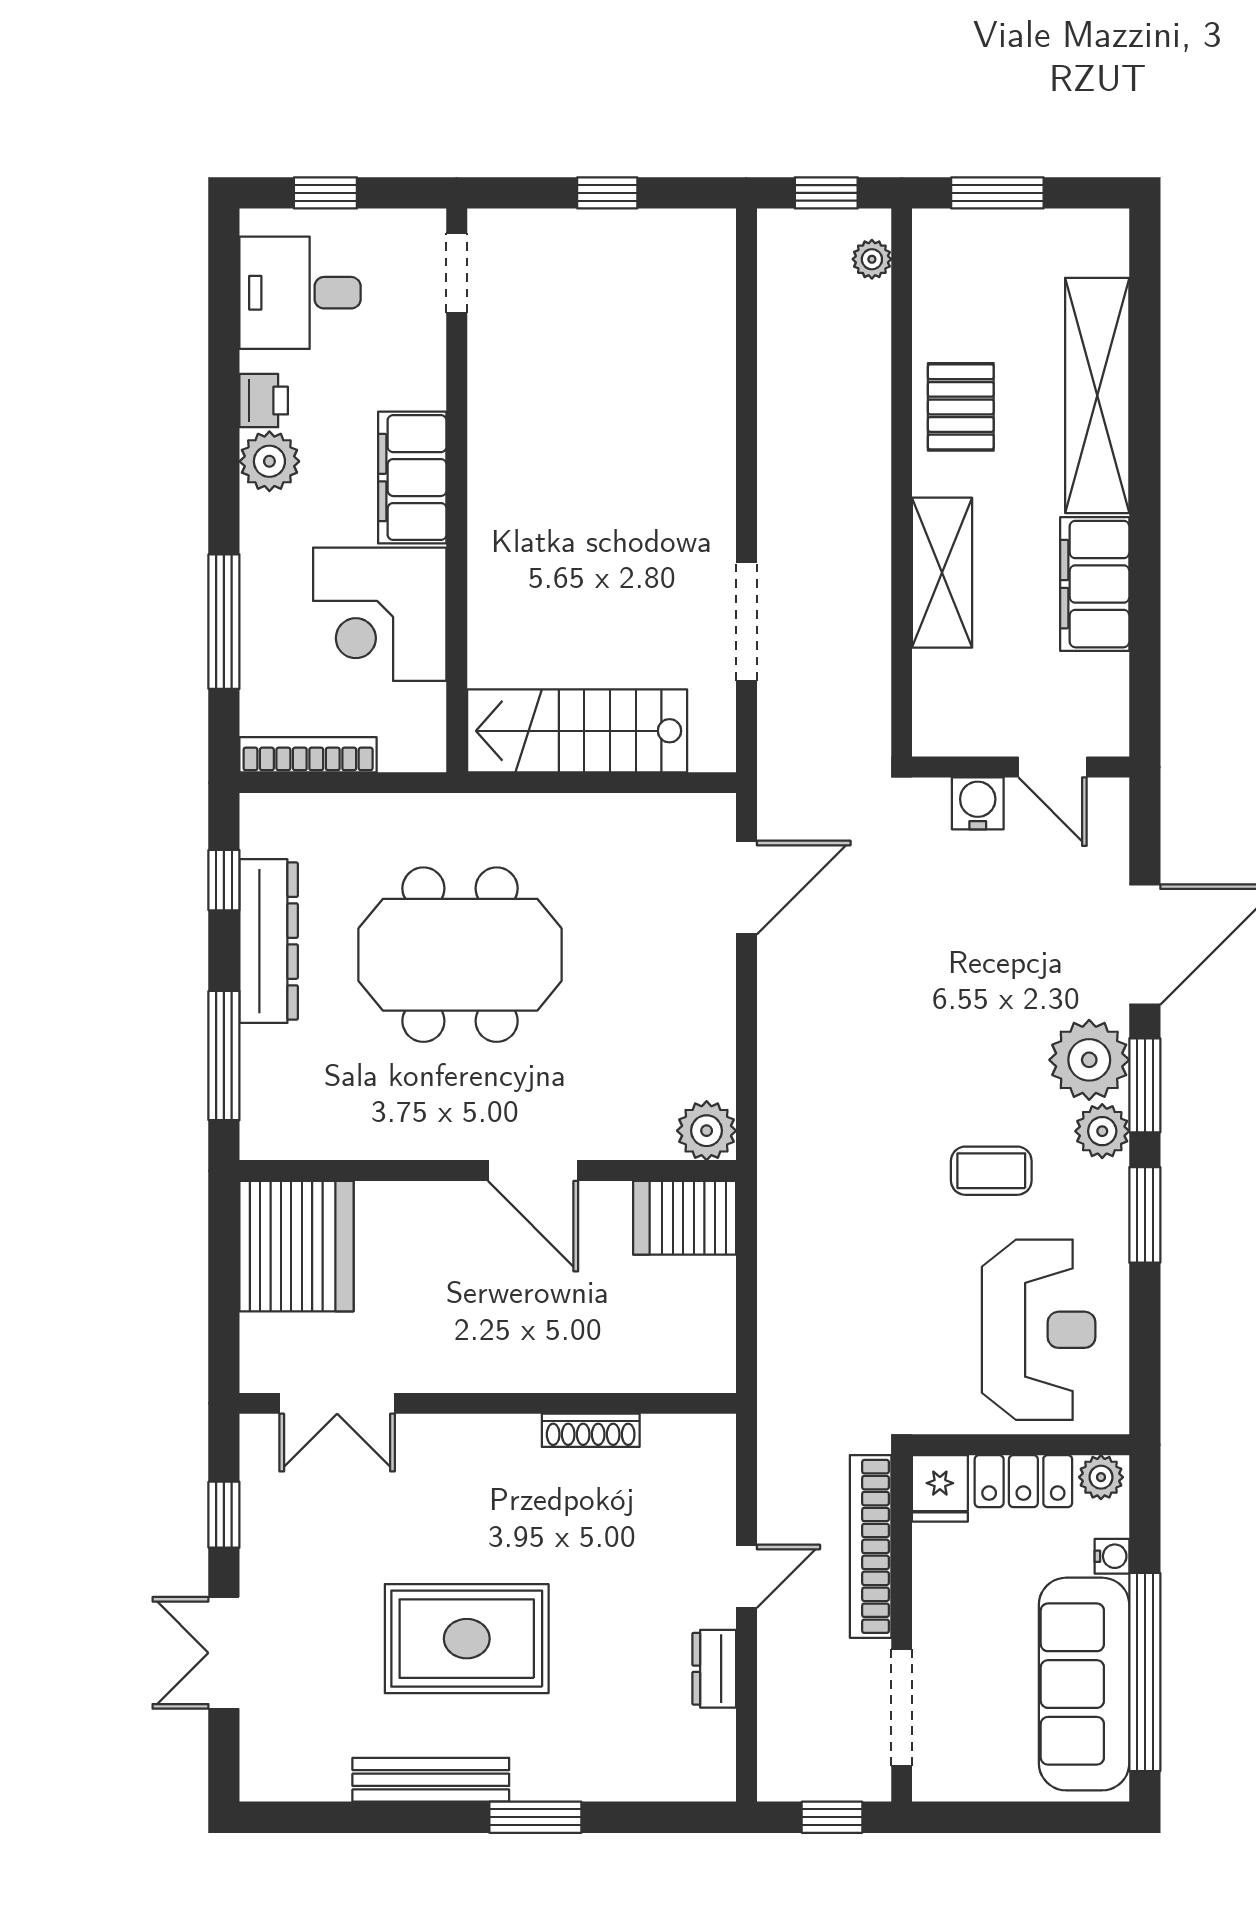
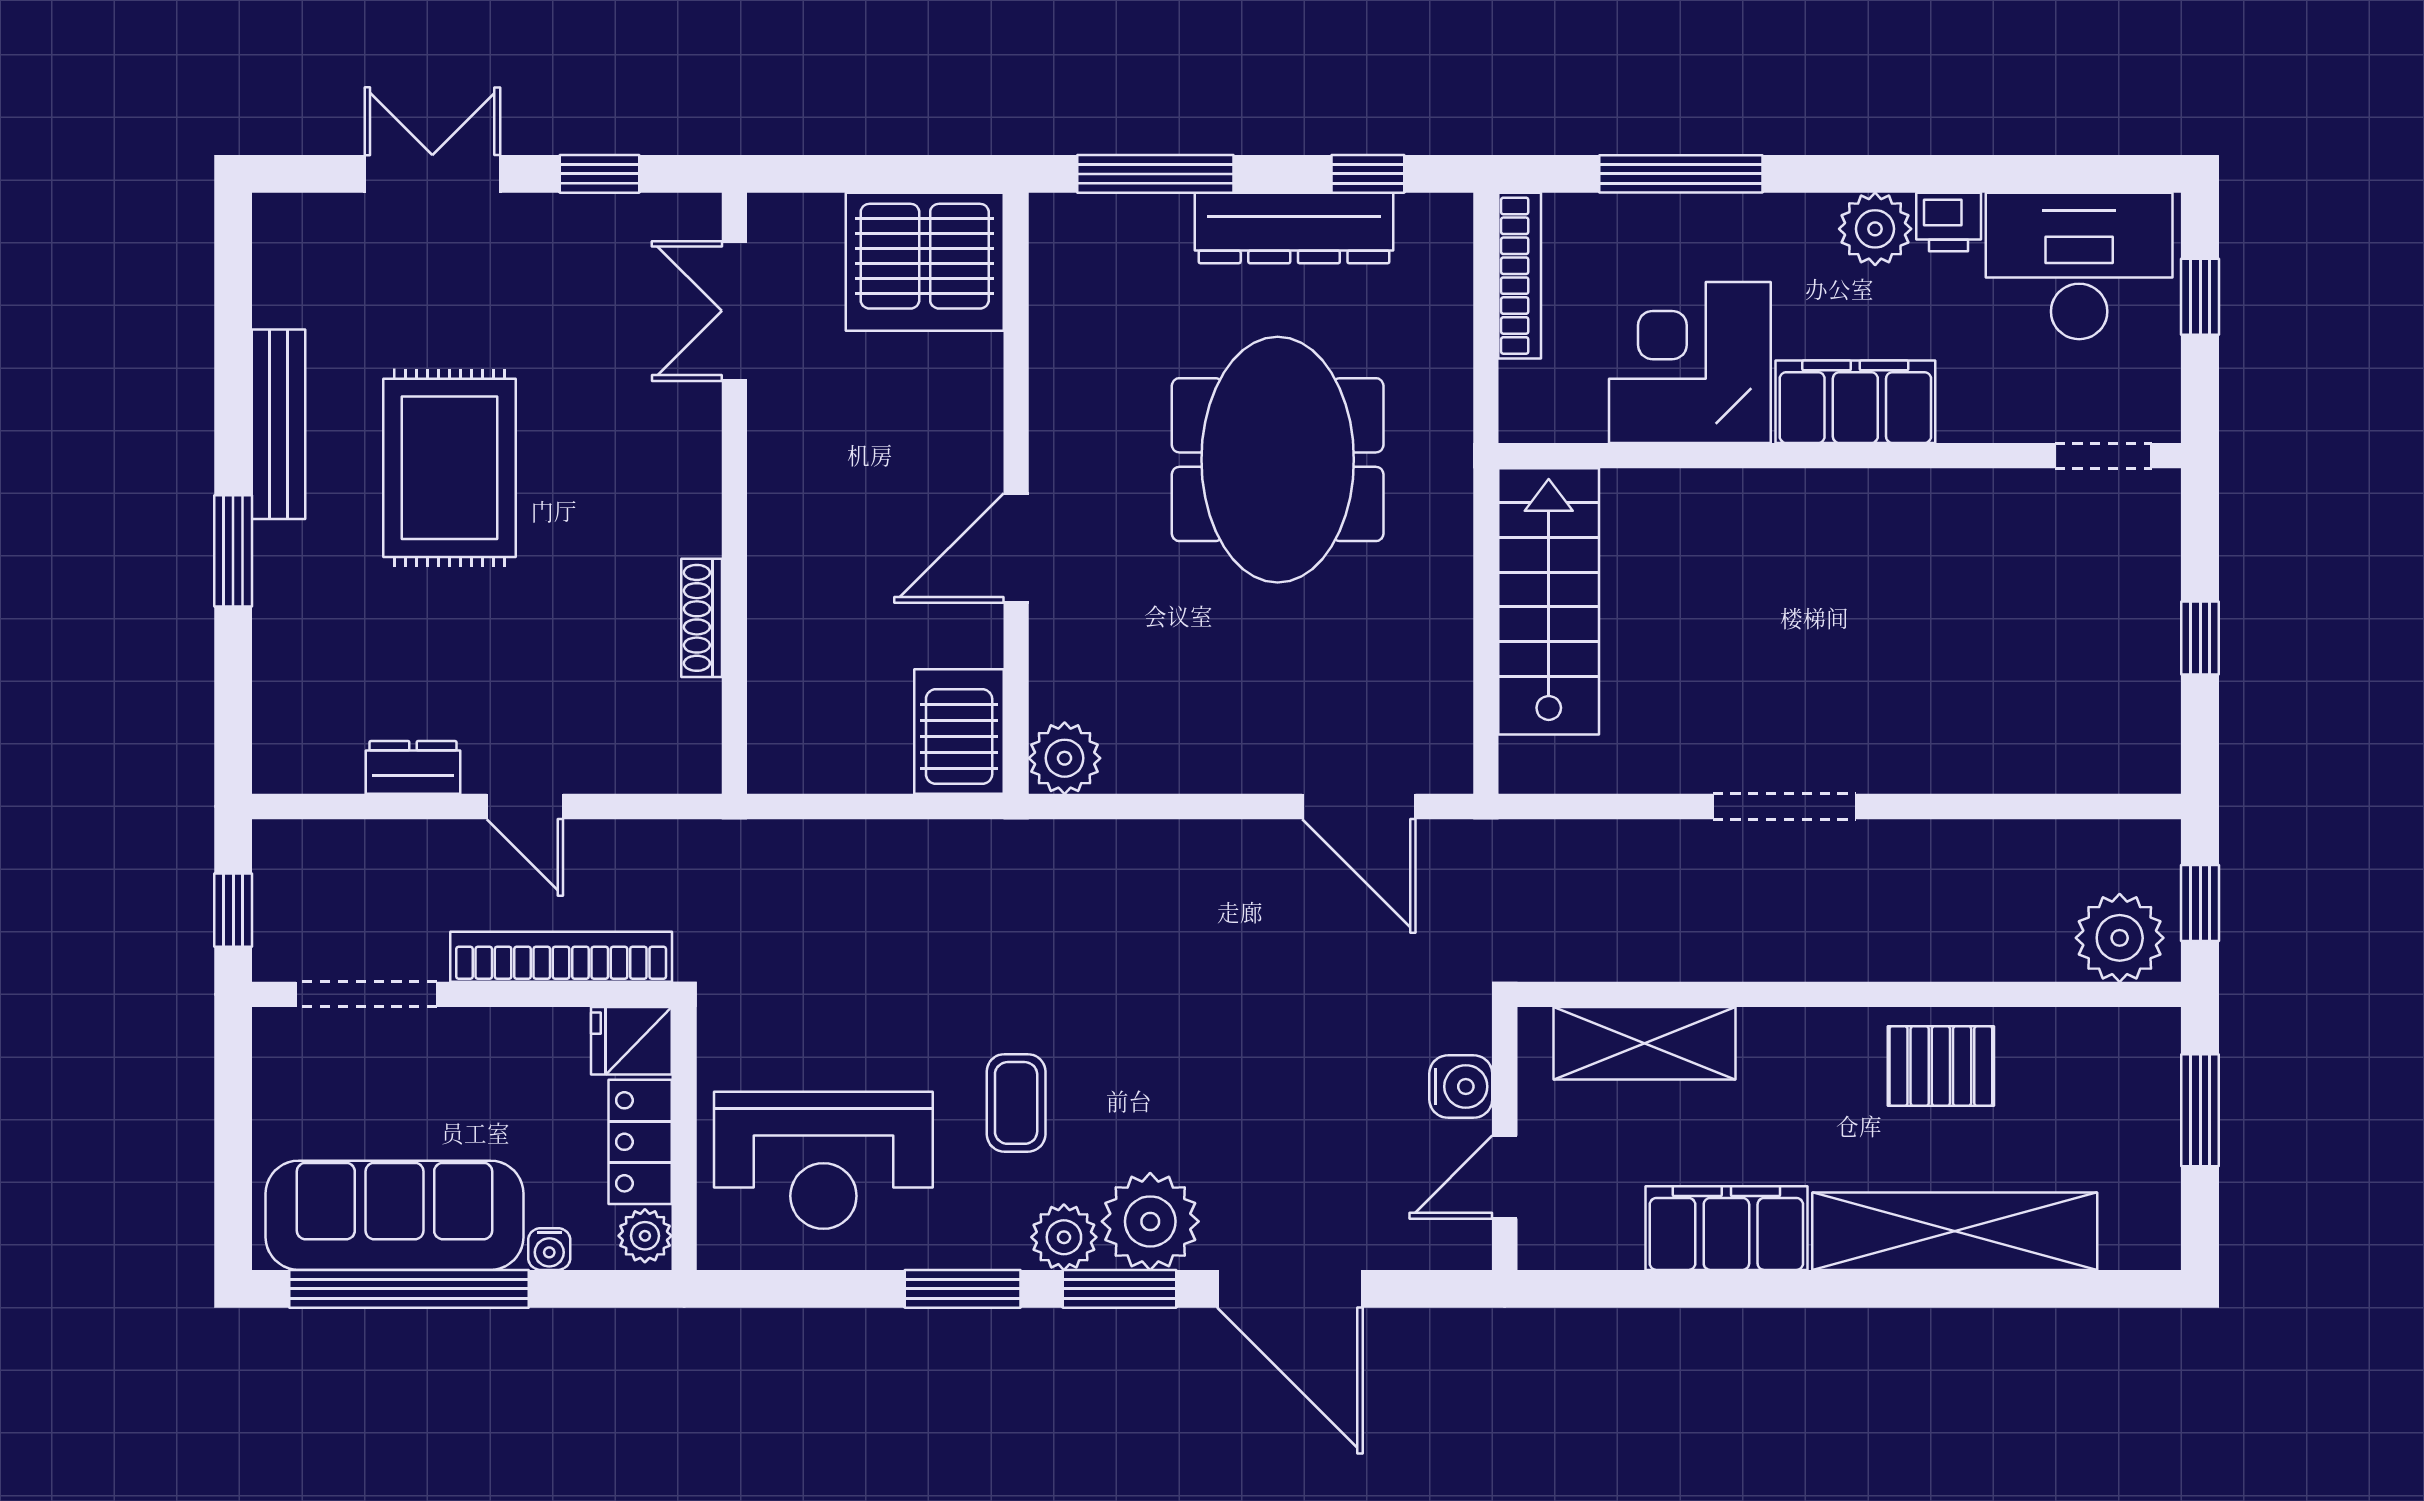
plant: (872, 259) -> (2120, 938), width x1.88, depth x1.88
desk: (300, 293) -> (2079, 266), width x1.37
shelving: (942, 573) -> (1644, 1043), moved
doorway: (746, 622) -> (1785, 806), moved

